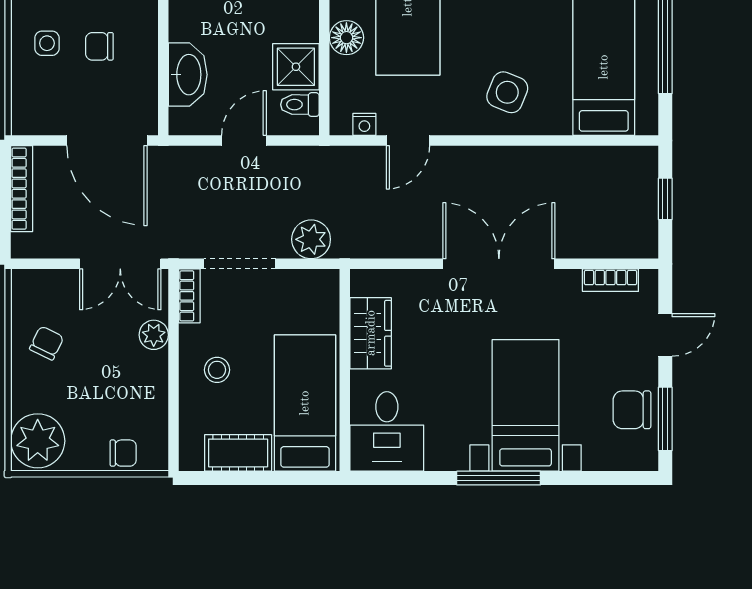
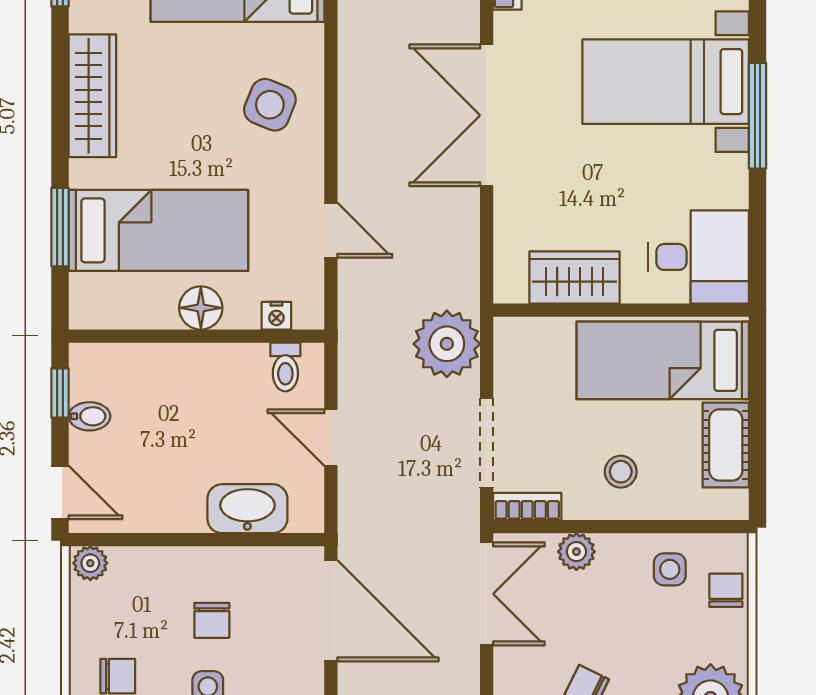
shower: (296, 67) -> (238, 372), removed
nightstand: (364, 124) -> (276, 316), moved, turned 90
door: (107, 140) -> (331, 611), hinge flipped
plant: (311, 239) -> (447, 344), width x1.36, depth x1.36
side table: (140, 409) -> (670, 569), added

